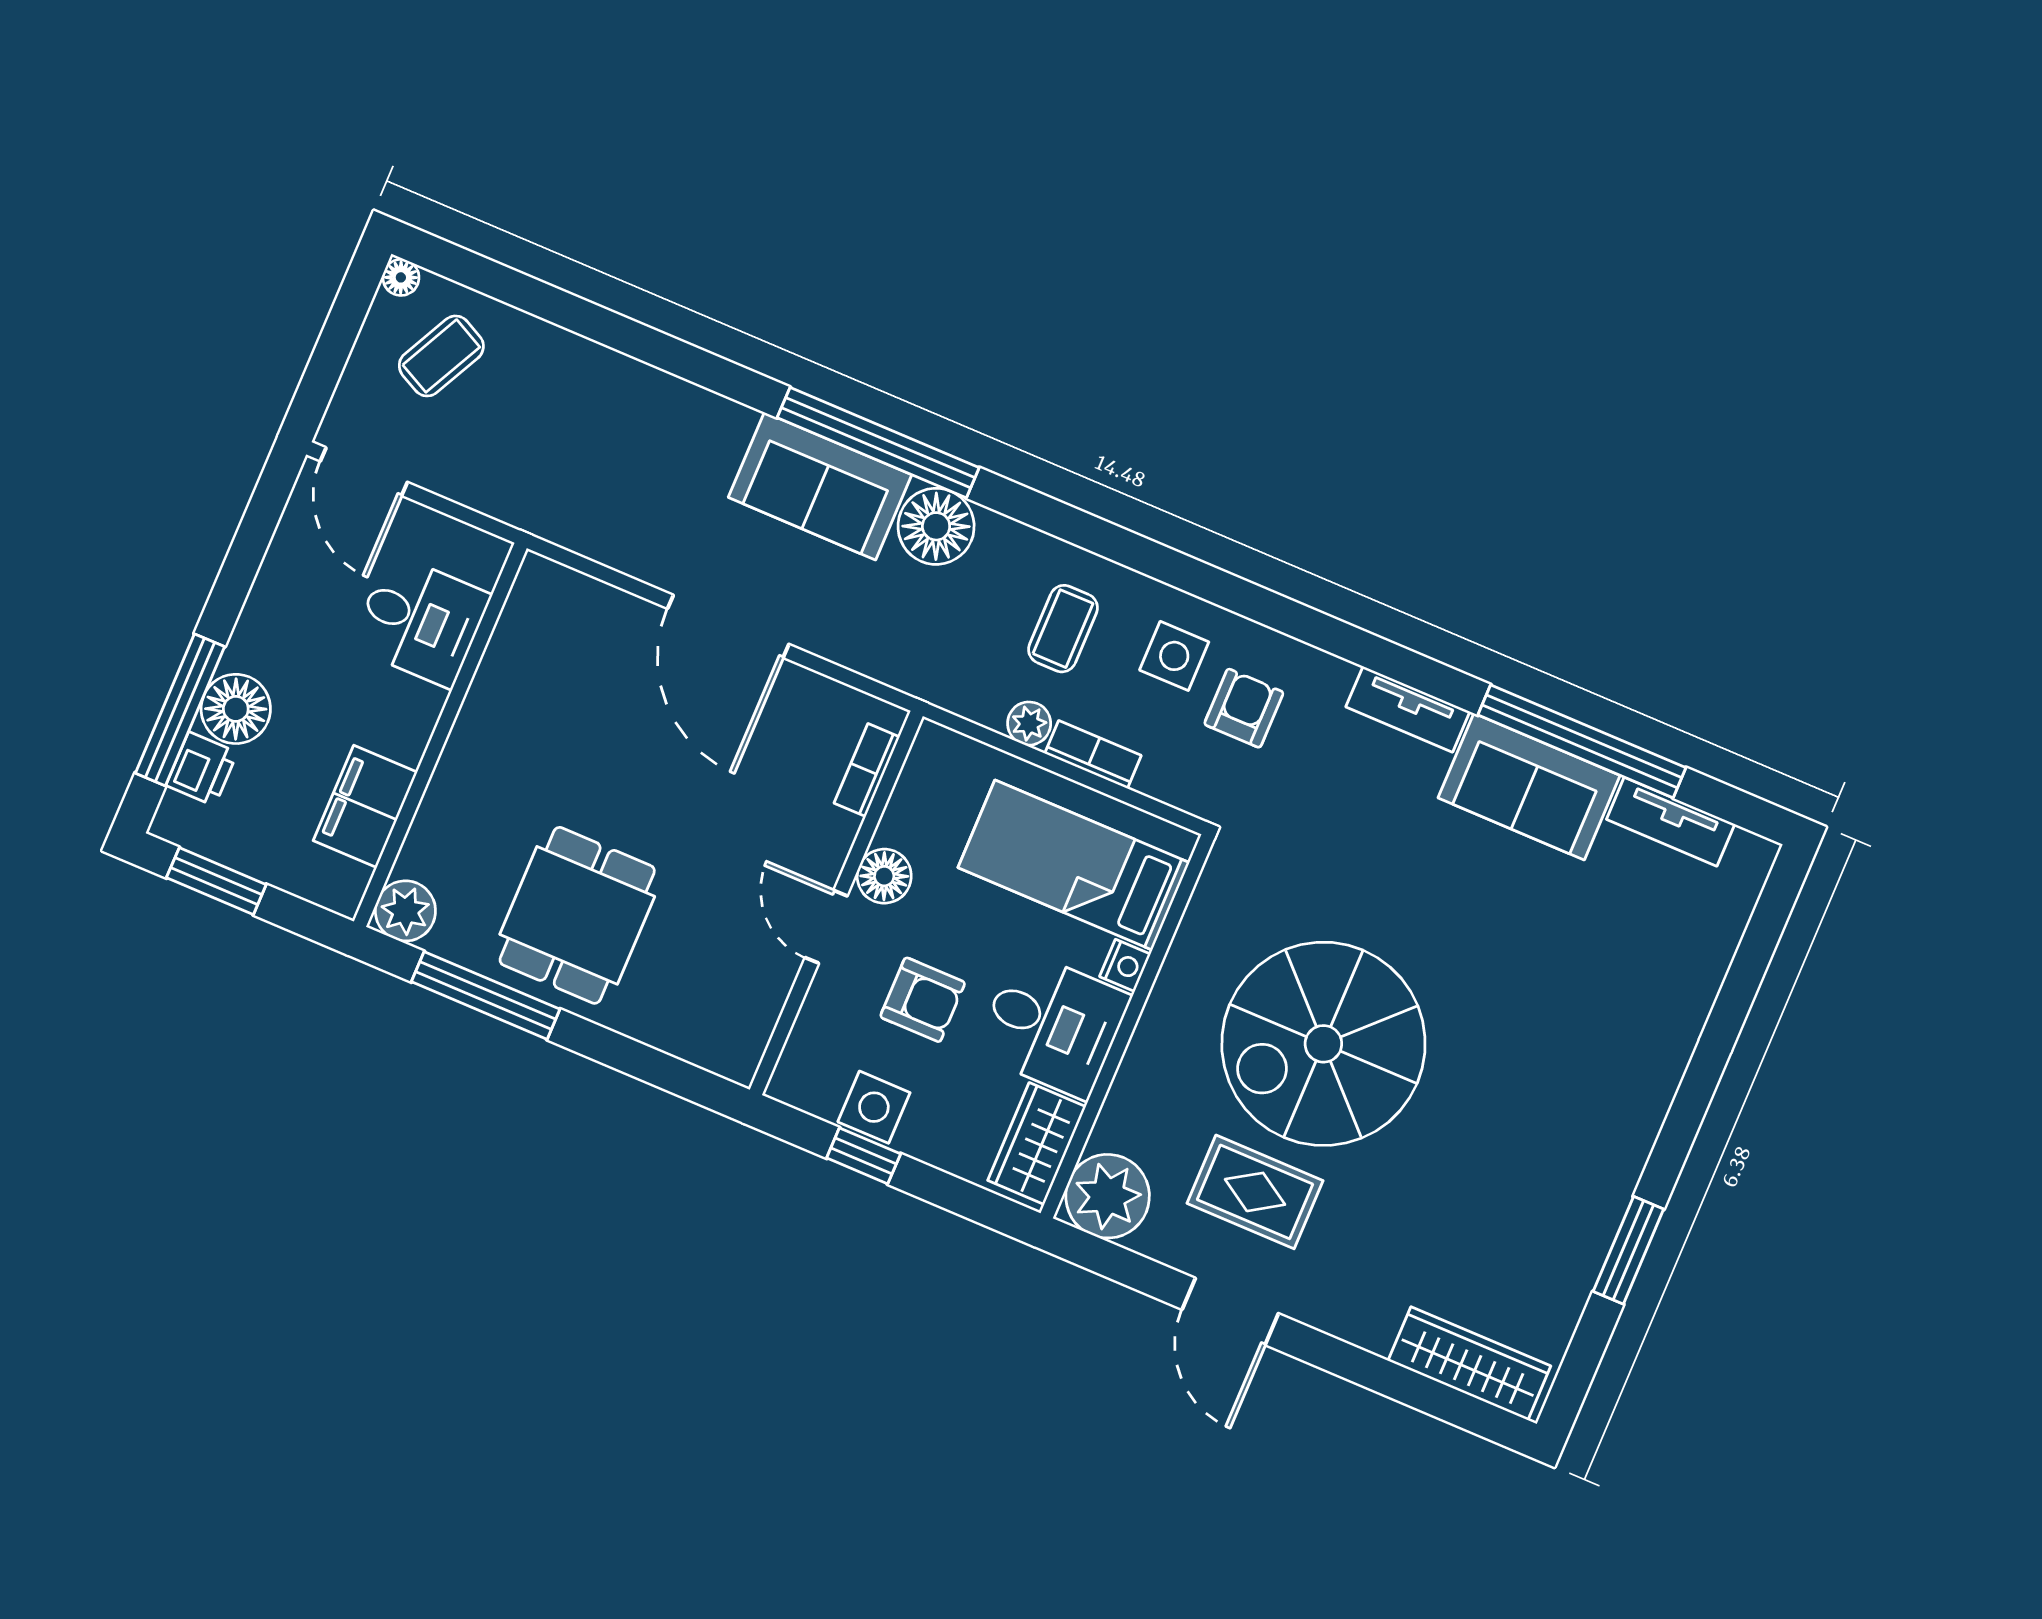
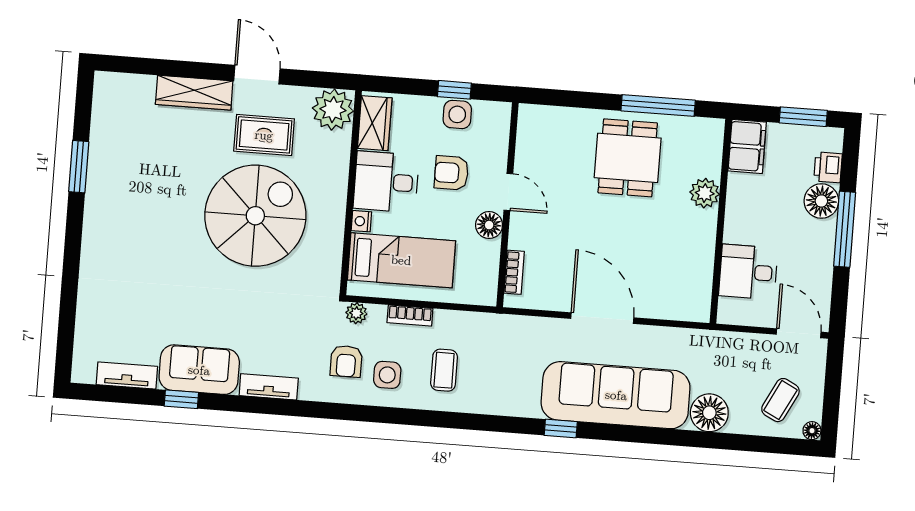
window: (878, 443) -> (561, 428), width x0.32
sofa: (820, 486) -> (616, 395), width x1.85, depth x1.27
floor lamp: (936, 526) -> (709, 413), moved
window: (180, 710) -> (845, 229), moved
plant: (1029, 723) -> (356, 313), moved
window: (1582, 741) -> (181, 399), width x0.32
filing cabinet: (365, 806) -> (747, 146), moved
plant: (405, 911) -> (705, 193), moved
wardrobe: (1469, 1363) -> (194, 93), moved

